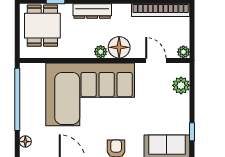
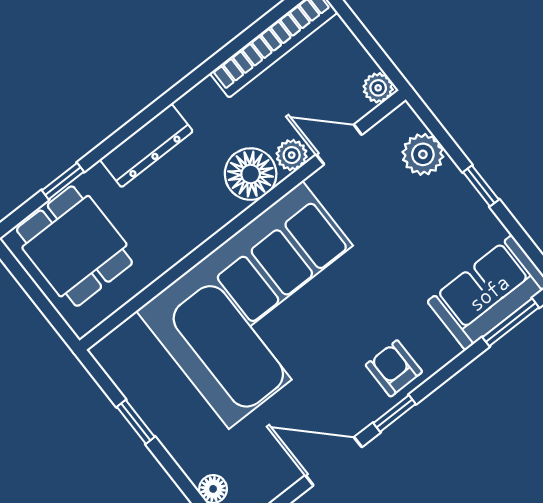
plant: (101, 52) -> (292, 155), moved
window: (17, 99) -> (136, 422), width x0.32
window: (192, 132) -> (481, 186), moved

